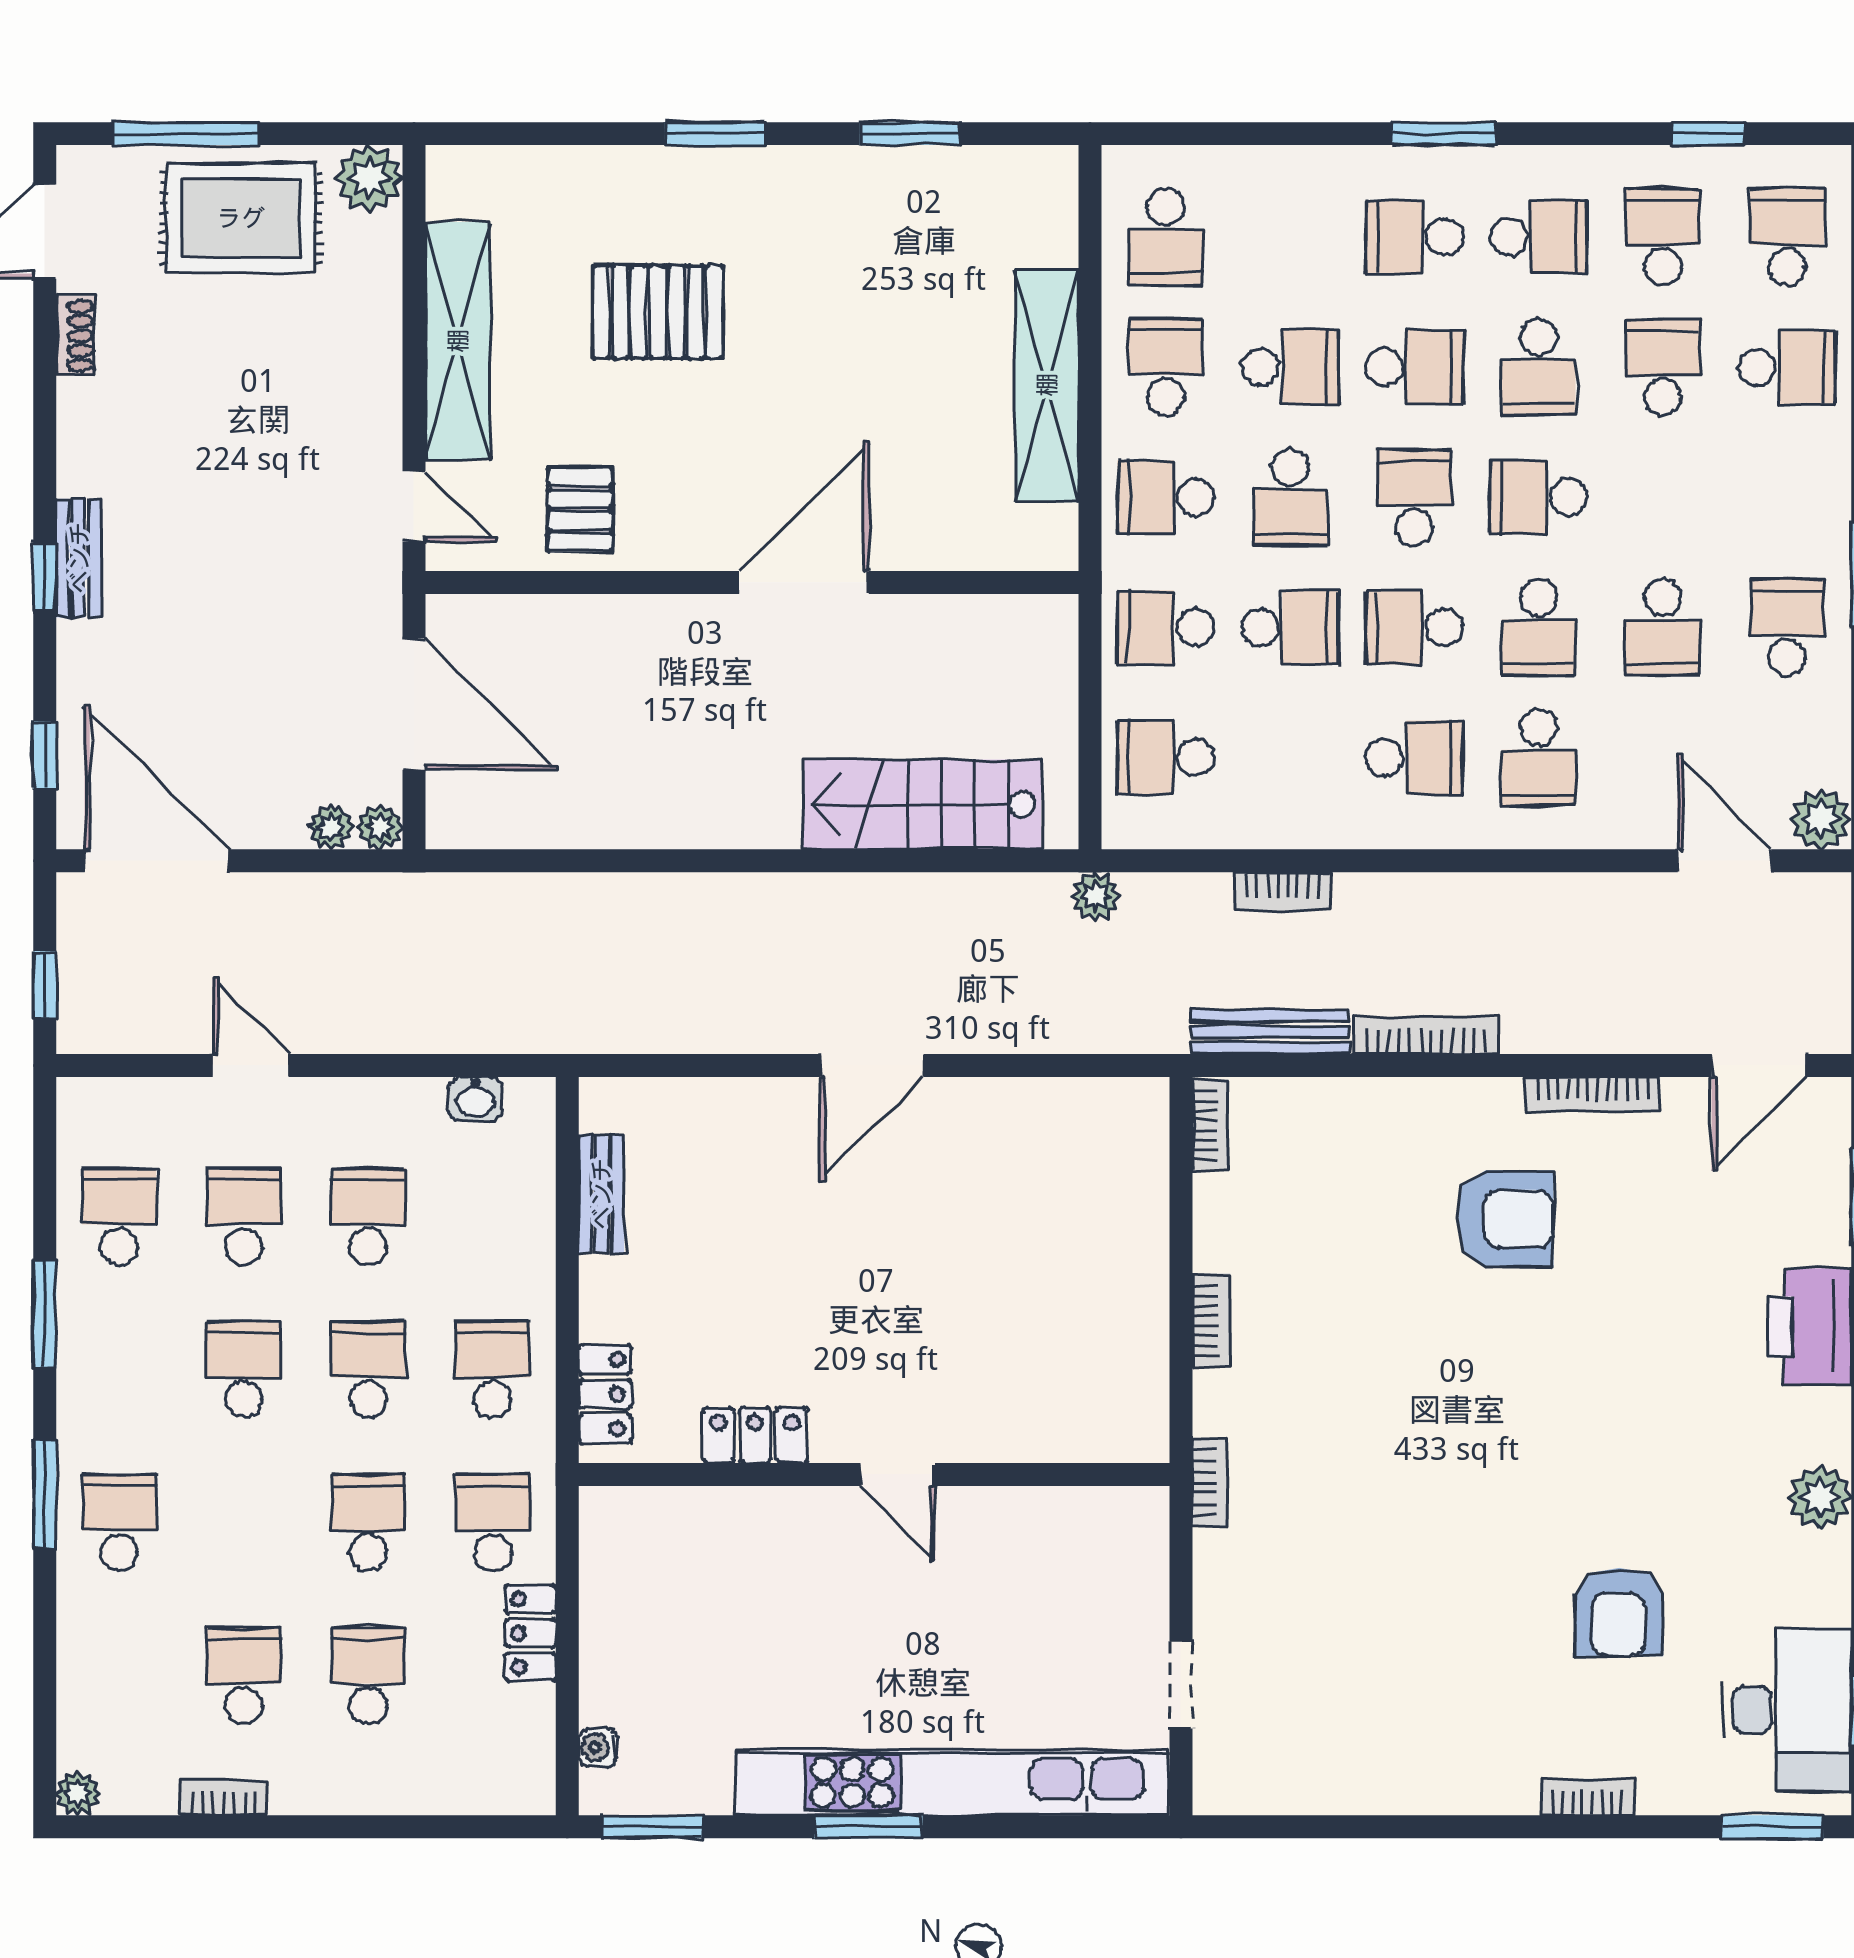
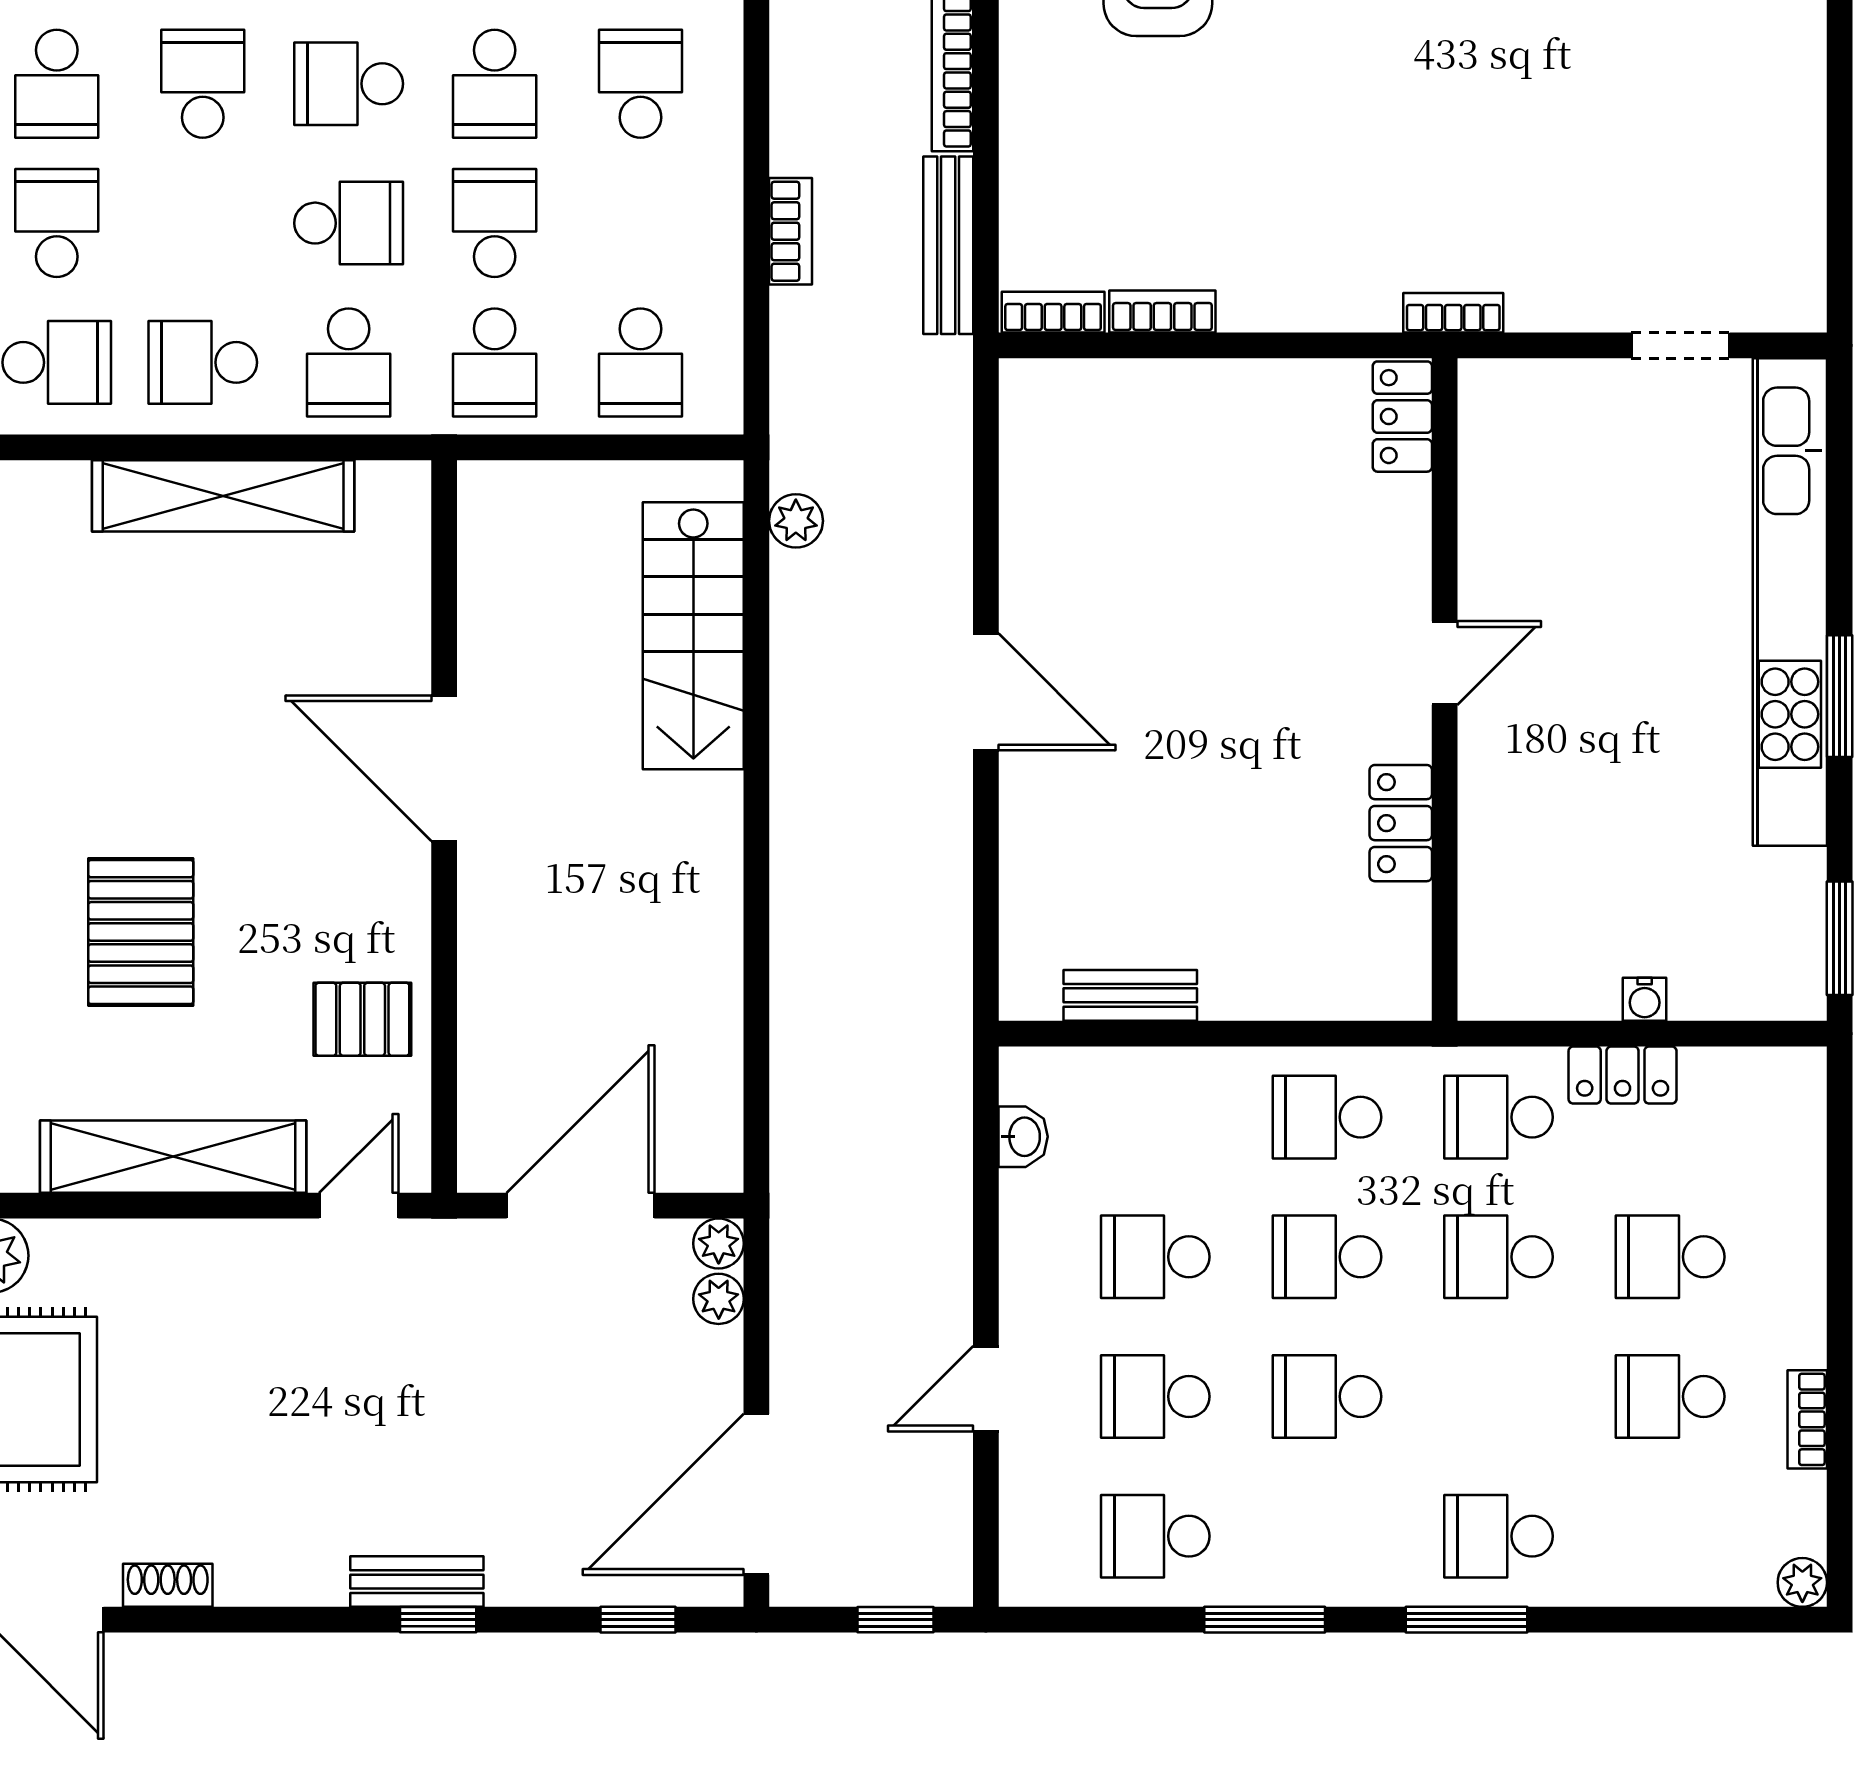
school desk: (1290, 367) -> (57, 223), moved
plant: (1096, 896) -> (796, 521), moved
bookcase: (1211, 1321) -> (1162, 311), moved
locker: (605, 1394) -> (1402, 417), moved, turned -90
water cooler: (598, 1747) -> (1645, 999), moved

